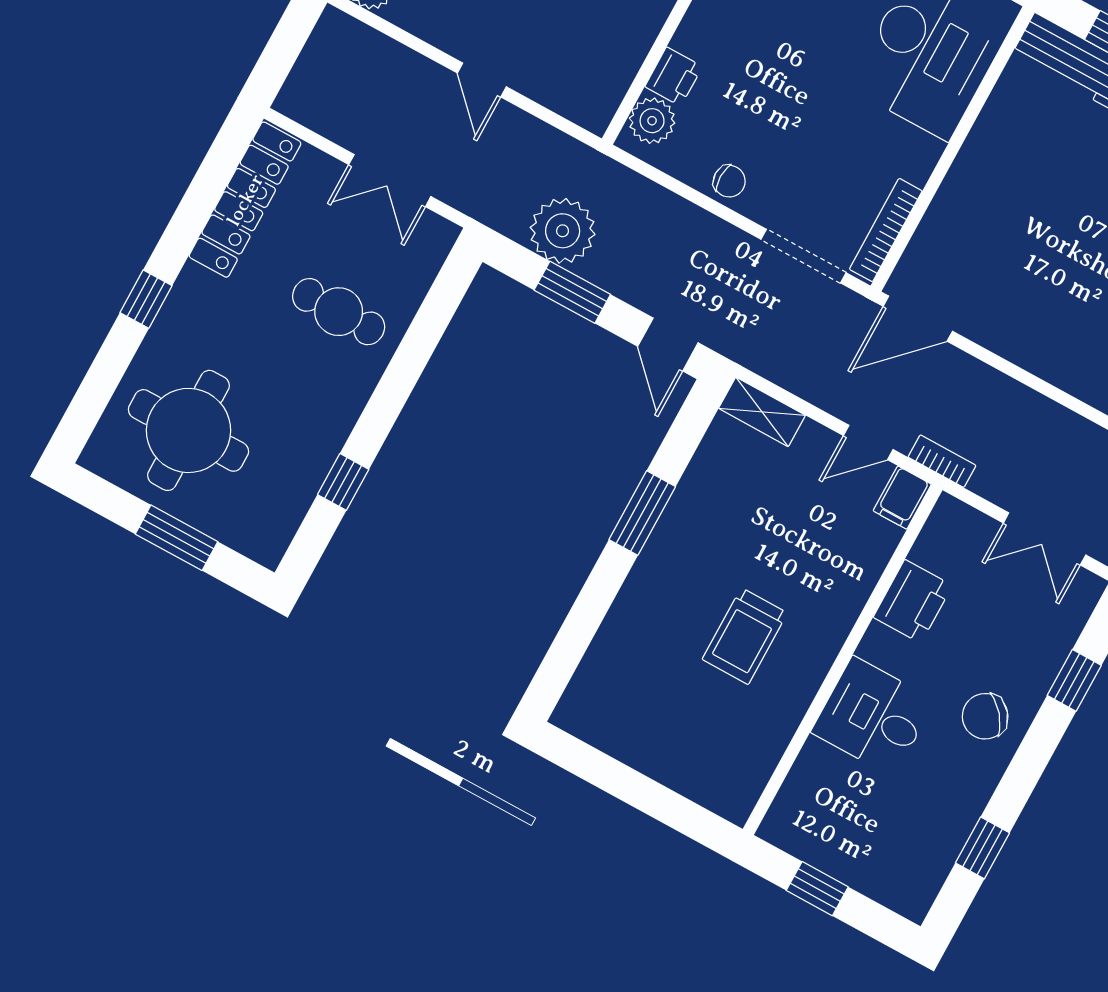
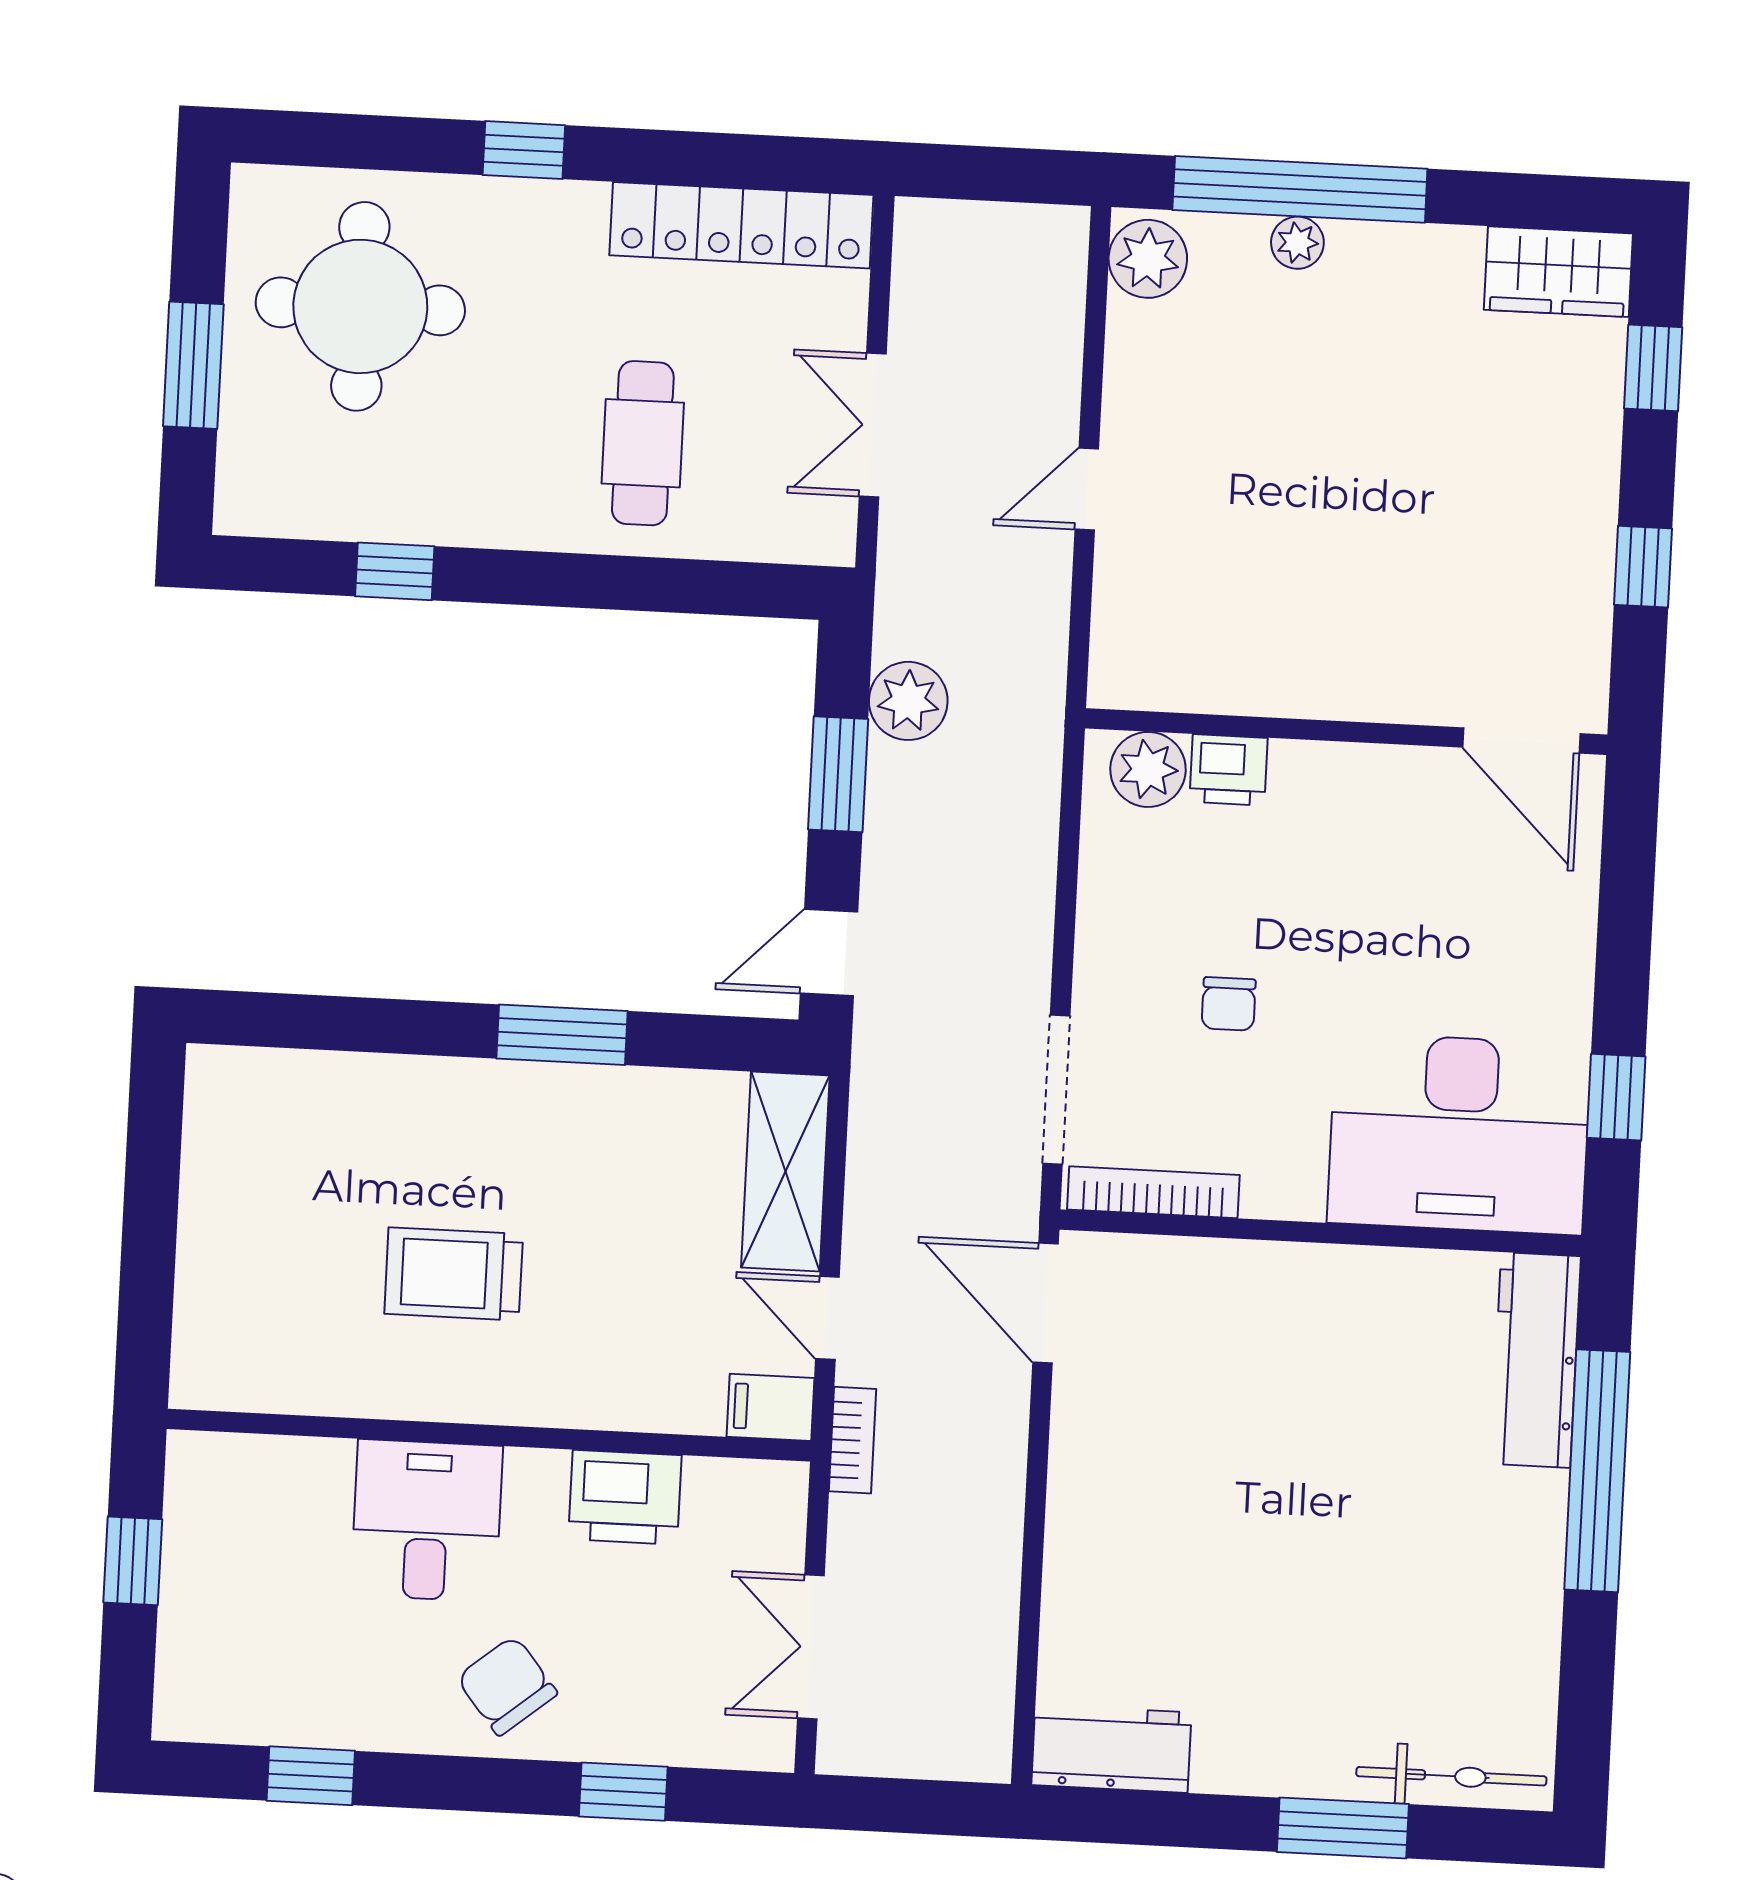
chair: (729, 181) -> (1229, 1004), moved
plant: (563, 231) -> (908, 701), width x0.73, depth x0.73
shelving: (762, 412) -> (785, 1172), width x1.50, depth x1.33

